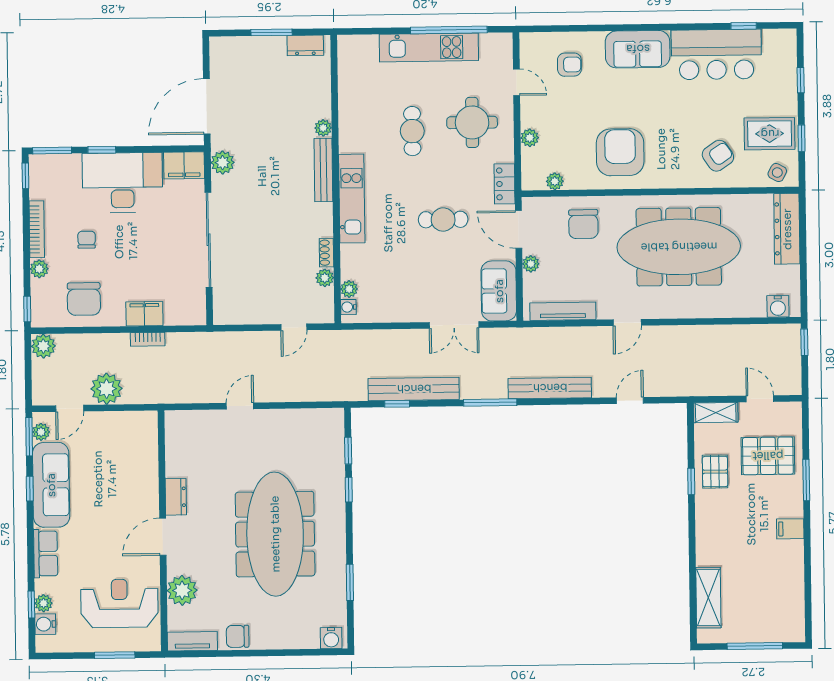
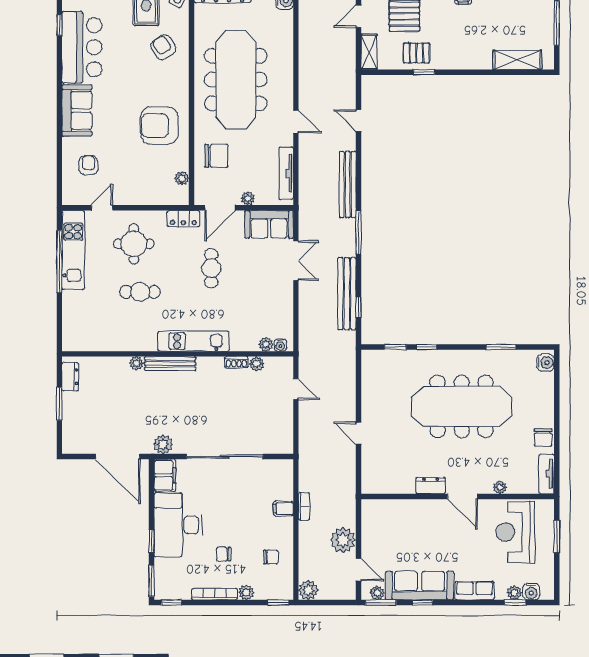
kitchen unit: (429, 47) -> (73, 250), moved
plant: (530, 138) -> (147, 198), removed
chair: (84, 299) -> (271, 557), width x0.54, depth x0.54
filing cabinet: (144, 314) -> (283, 509), width x0.50
plant: (182, 590) -> (500, 487), width x0.53, depth x0.53

